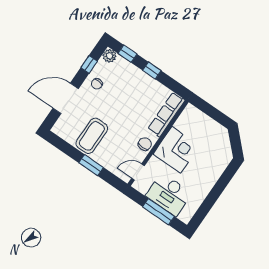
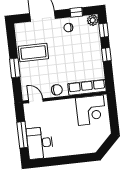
corner desk: (176, 150) -> (91, 110), moved
desk: (169, 194) -> (40, 143), moved

